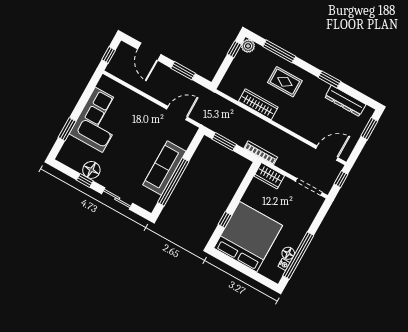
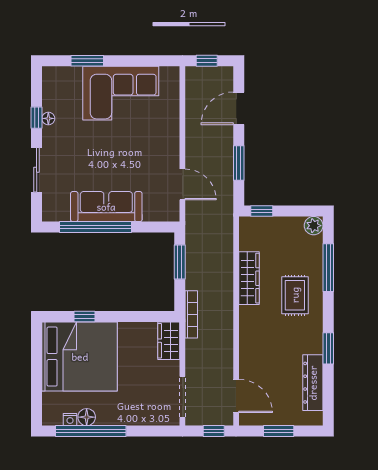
window: (234, 49) -> (262, 211), moved
window: (369, 129) -> (279, 431), moved
floor lamp: (91, 170) -> (48, 118), width x0.53, depth x0.53

